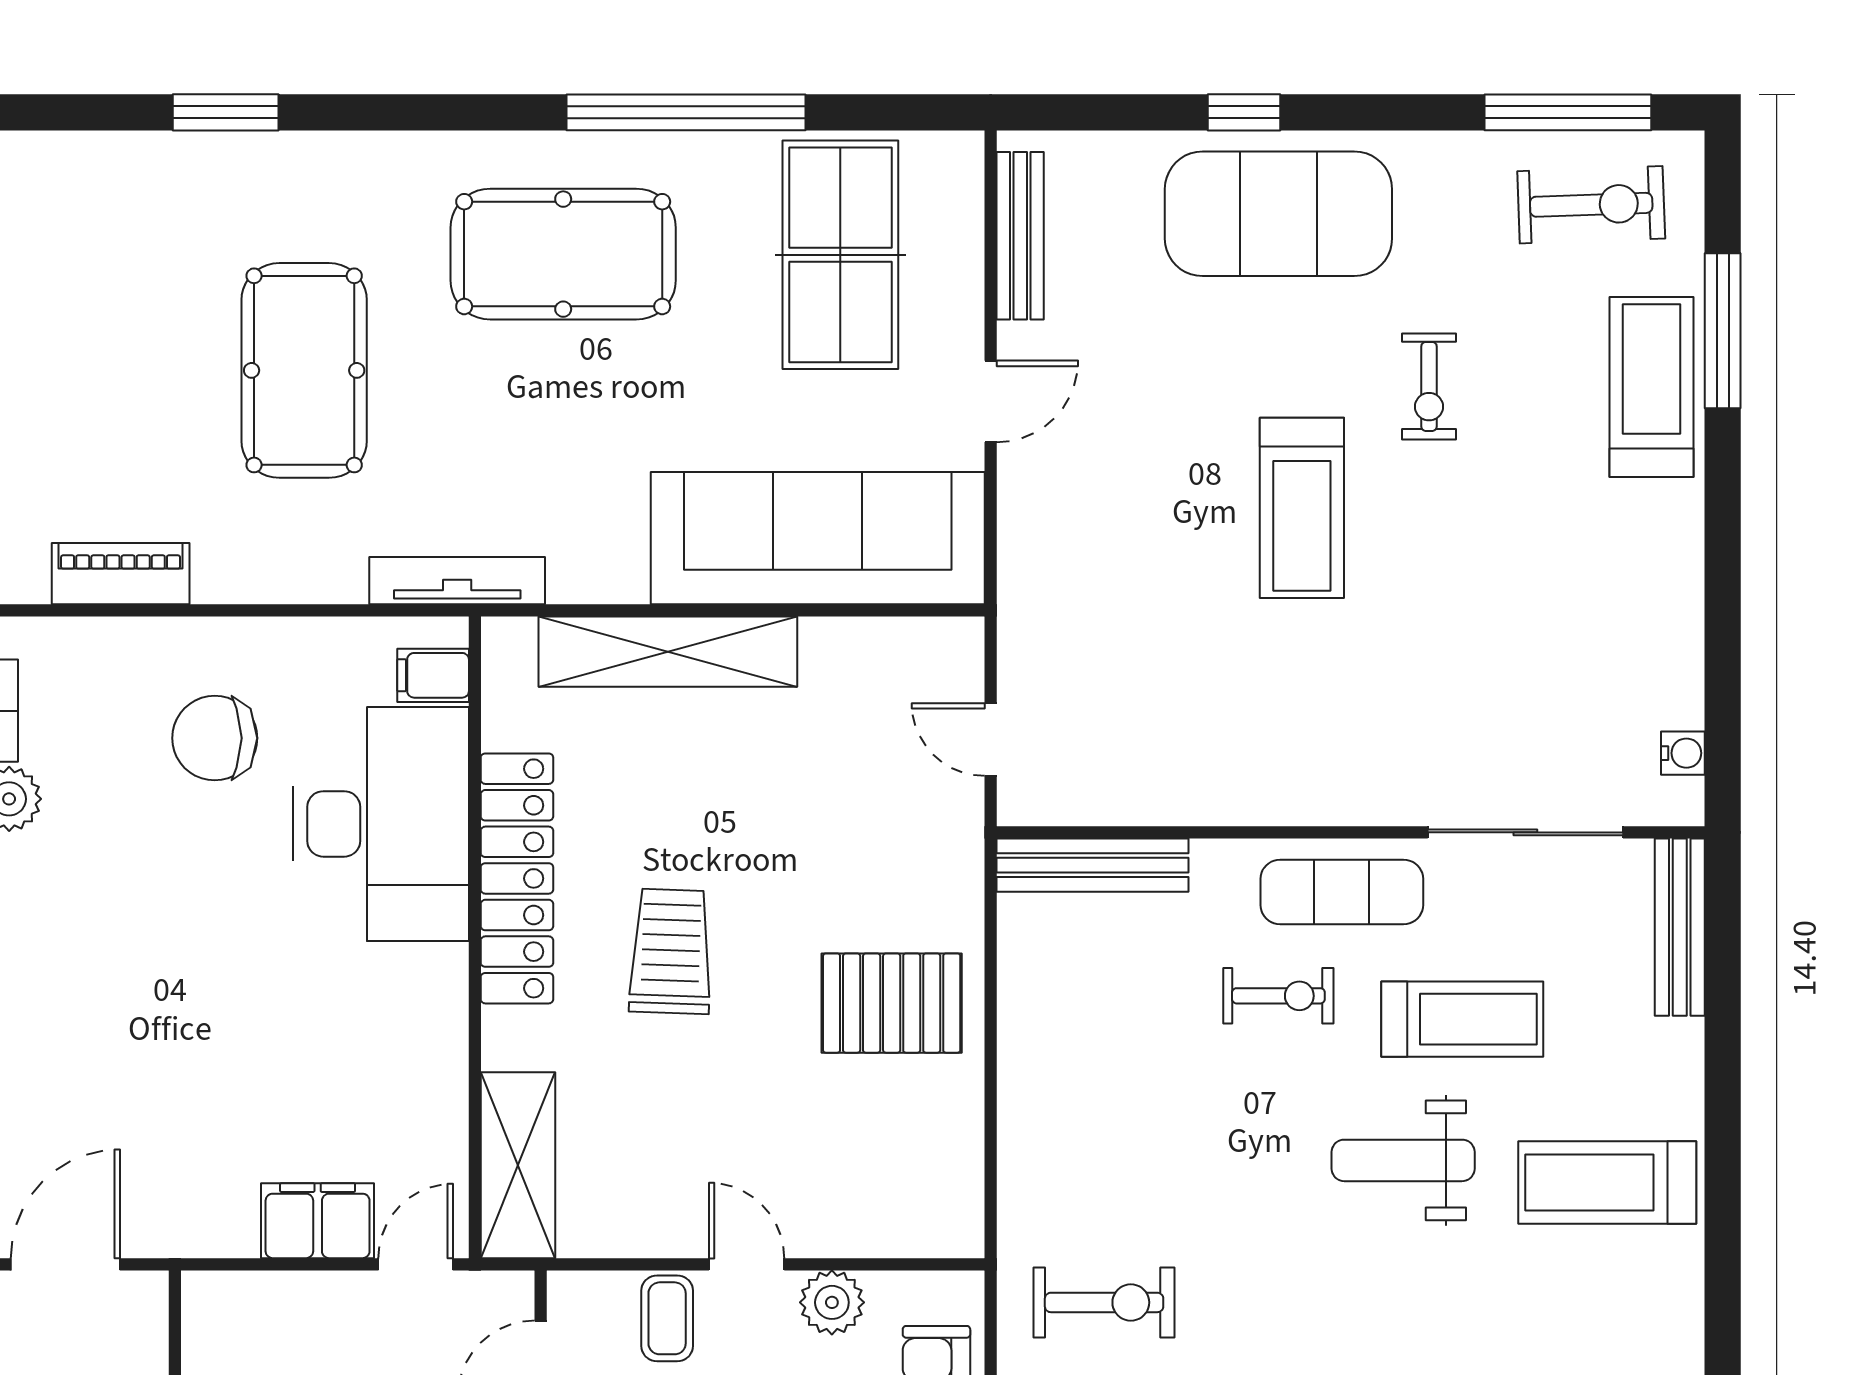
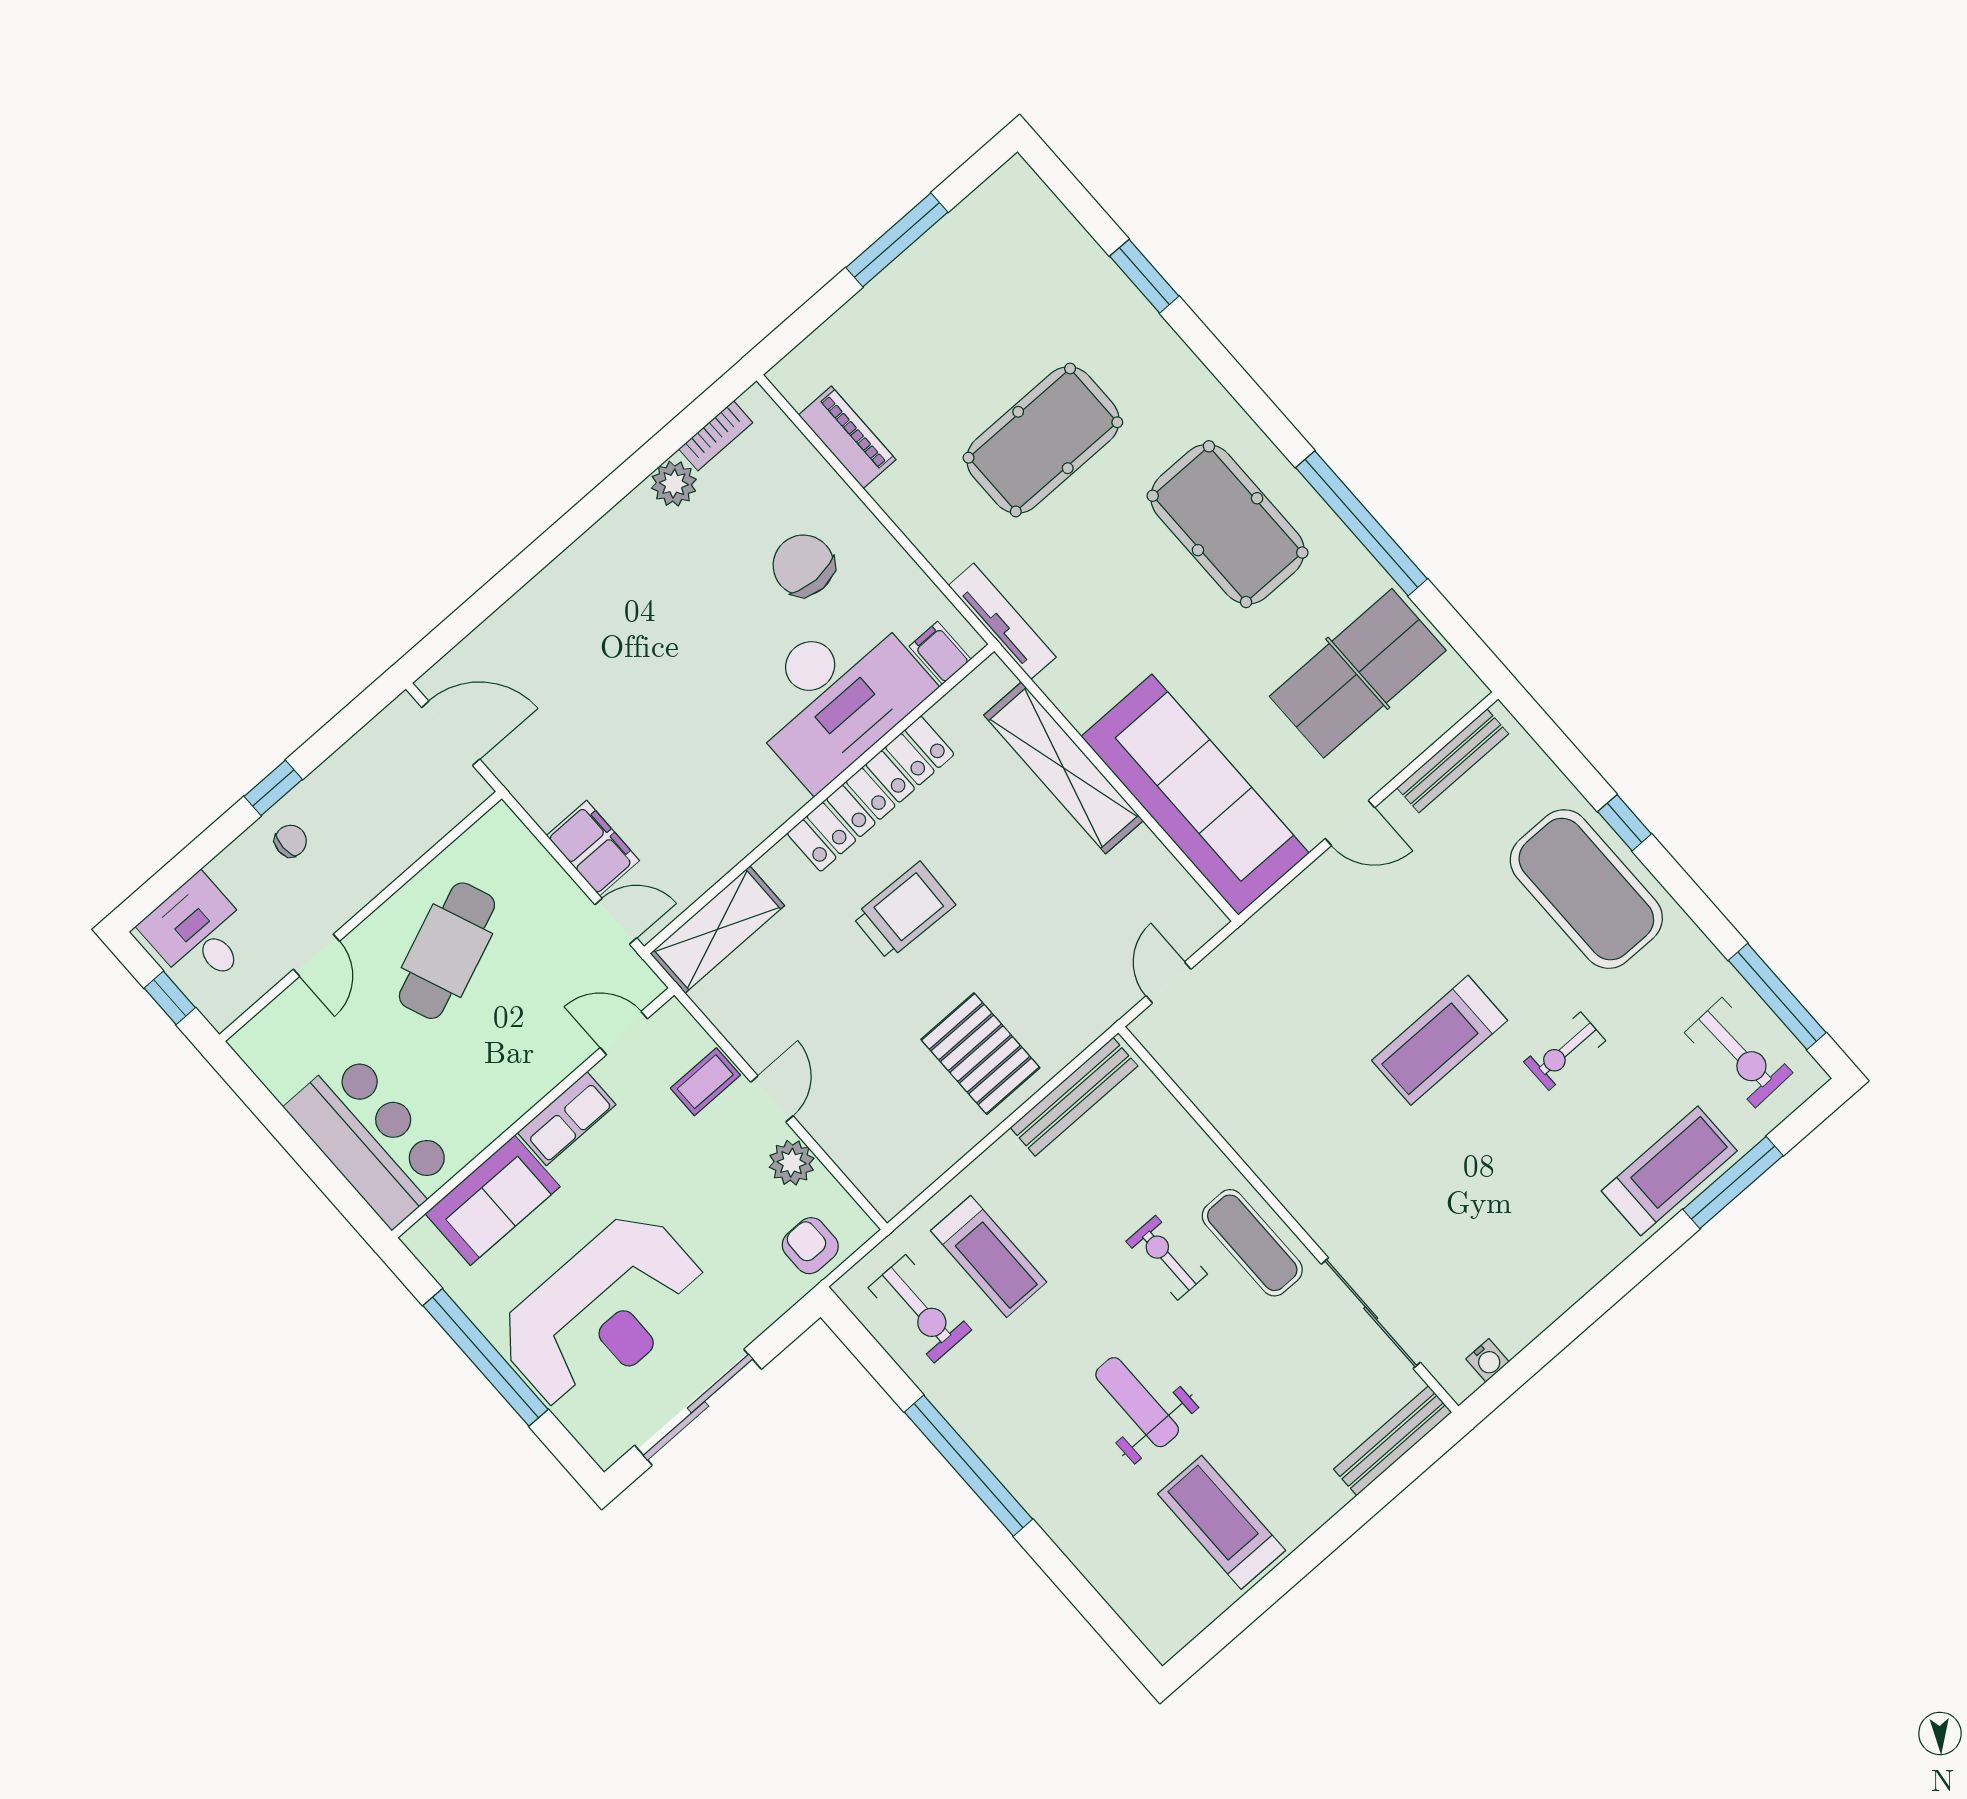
bench: (1092, 865) -> (1074, 1097), moved, turned 90
exercise bike: (1278, 996) -> (1167, 1258), turned 180
treadmill: (1462, 1019) -> (989, 1256), moved

